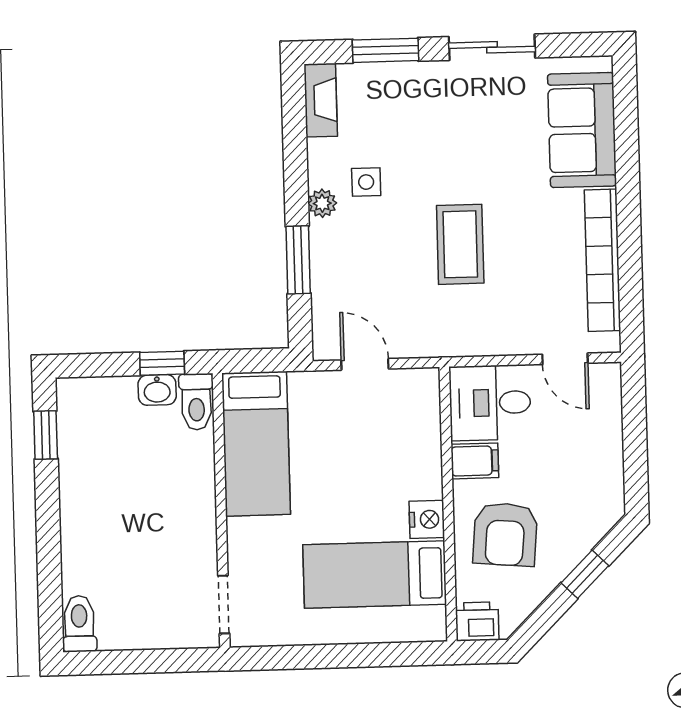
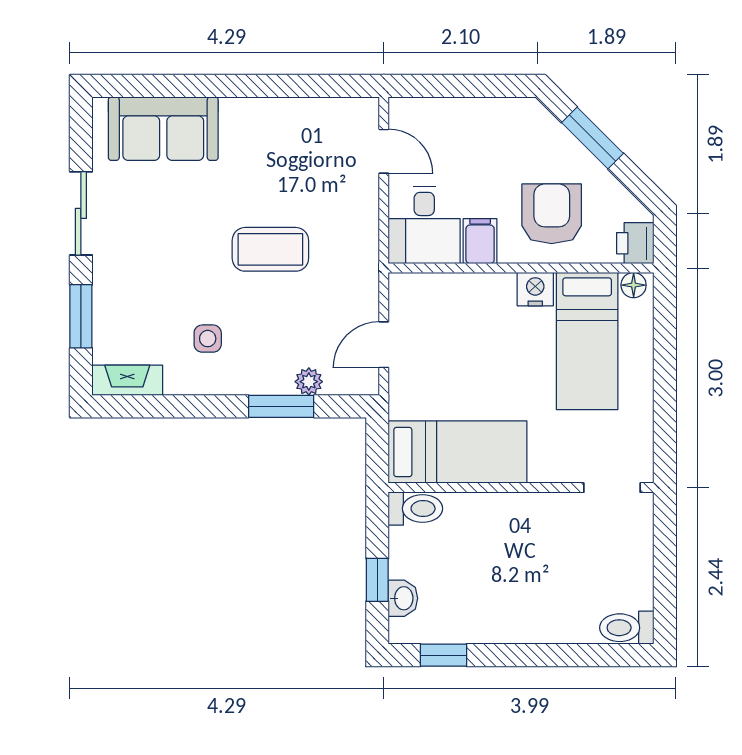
plant: (322, 203) -> (309, 382), moved
bookcase: (602, 260) -> (290, 112), removed
door: (565, 359) -> (384, 151), hinge flipped
window: (162, 363) -> (377, 580), moved
washbasin: (157, 390) -> (403, 598), moved
armchair: (505, 534) -> (552, 214), turned -95
window: (585, 574) -> (593, 138), width x1.50
floor lamp: (434, 621) -> (634, 285), added

